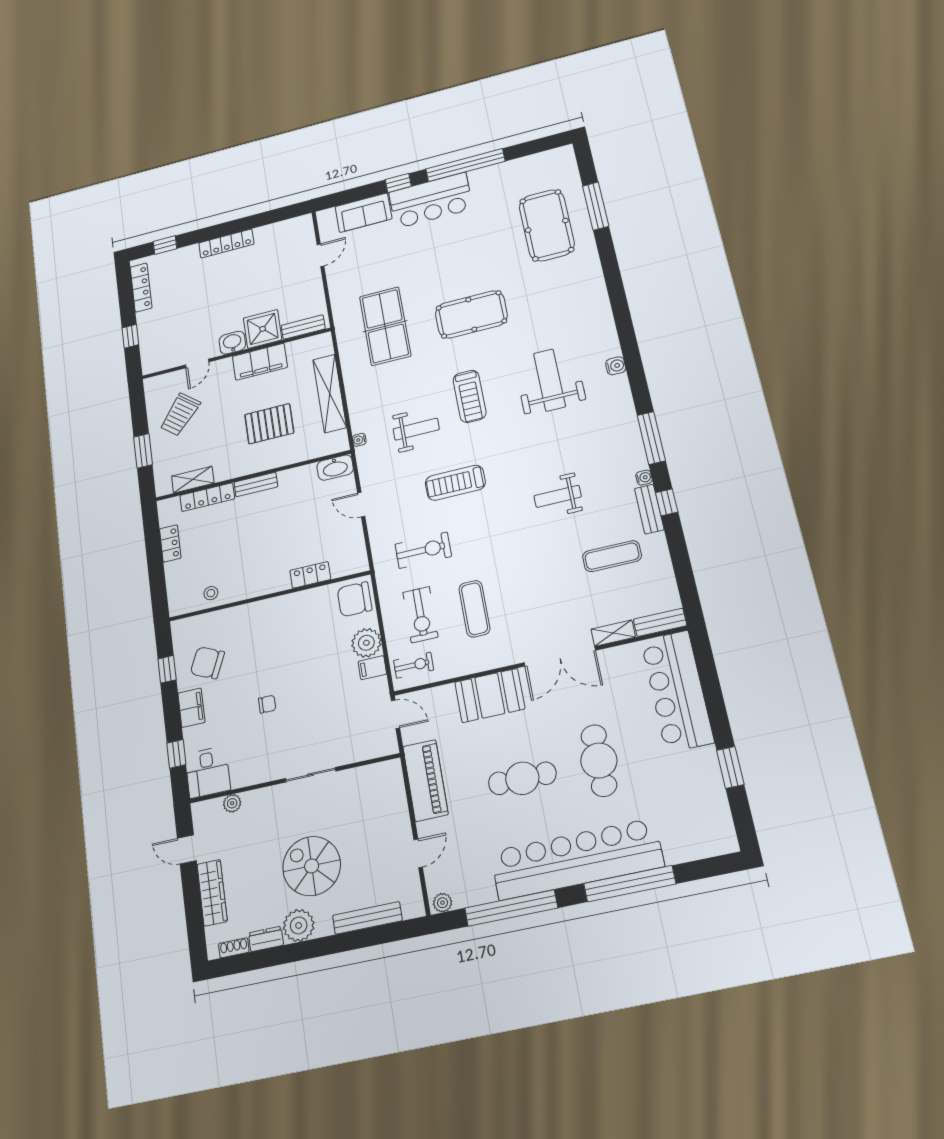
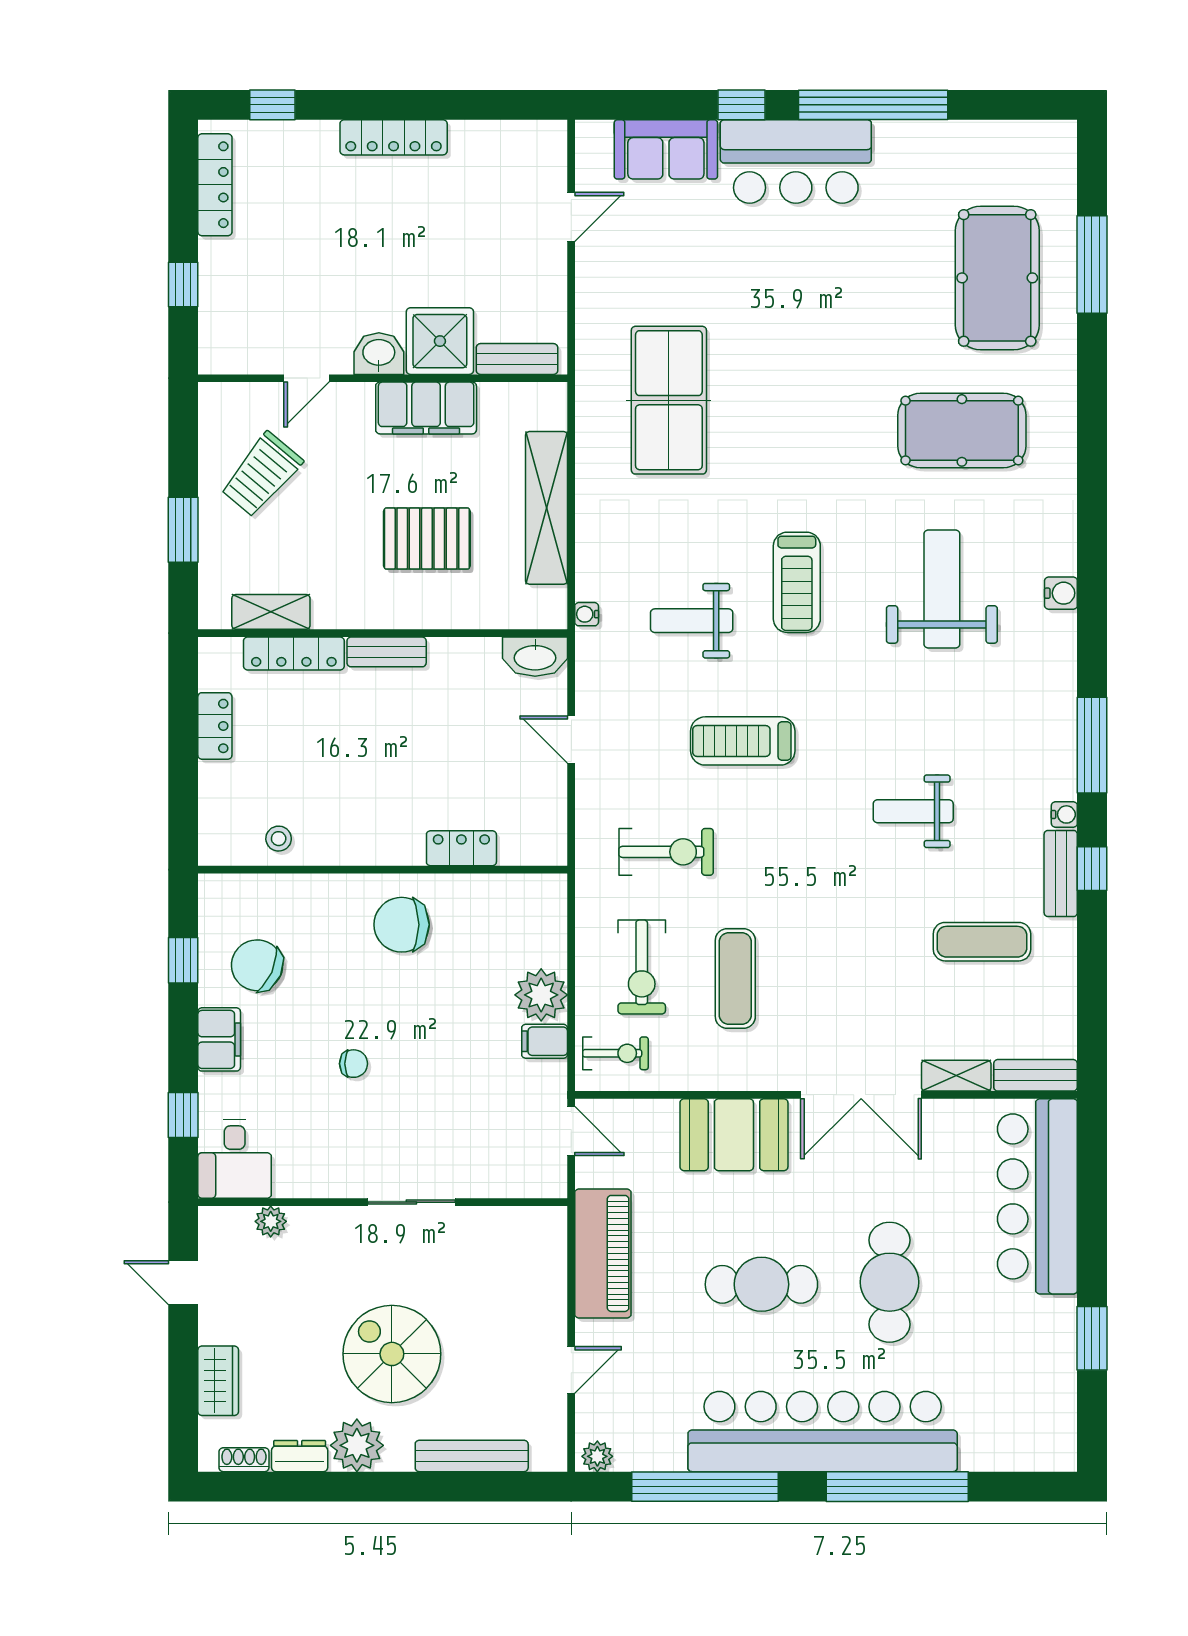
pool table: (471, 314) -> (962, 430), moved
weight bench: (416, 429) -> (692, 621), turned 180
chair: (355, 599) -> (402, 925), moved
wardrobe: (212, 893) -> (218, 1381), width x0.67

